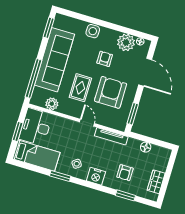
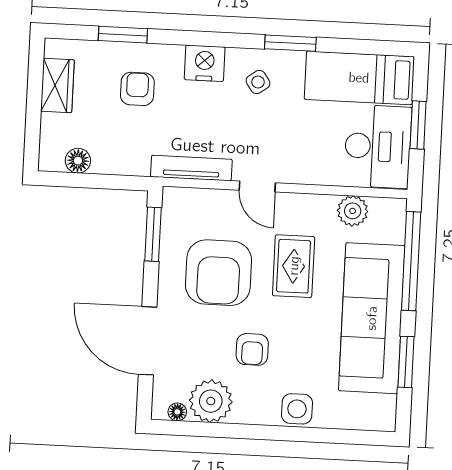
window: (49, 28) -> (406, 362), moved
floor lamp: (146, 147) -> (78, 161), moved

